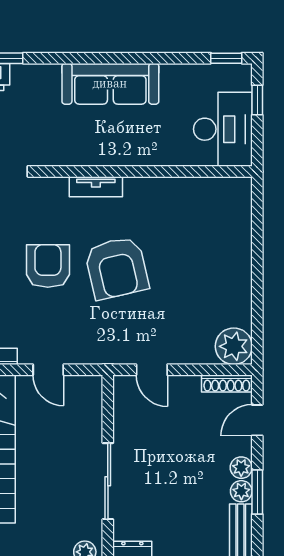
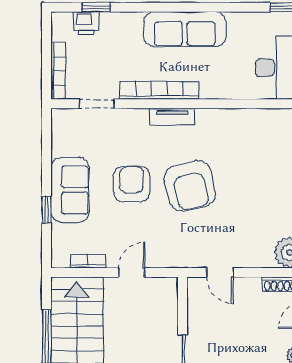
bookcase: (81, 156) -> (159, 90), added
door: (48, 370) -> (132, 272), swing flipped

